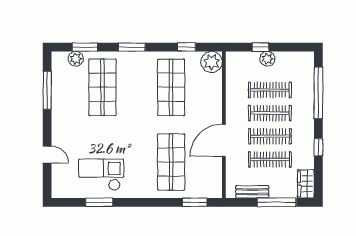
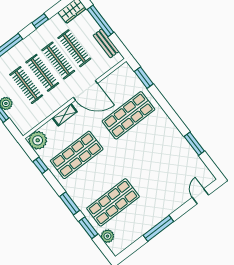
window: (85, 47) -> (88, 228), moved
window: (47, 90) -> (158, 228), moved
shelving: (216, 104) -> (65, 115), added
door: (47, 155) -> (201, 196), moved
checkout: (101, 175) -> (174, 157), removed

